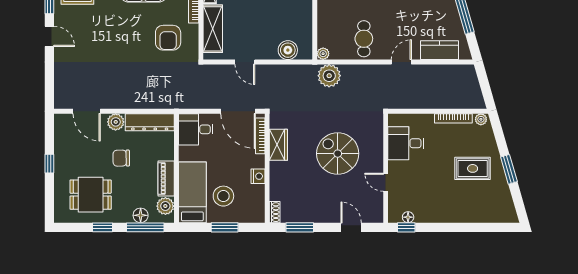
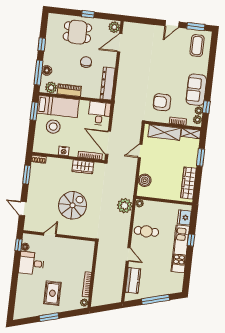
door: (238, 111) -> (108, 143), hinge flipped
plant: (116, 122) -> (114, 27), moved
desk: (406, 143) -> (31, 263), moved, turned -90
dining table: (91, 195) -> (77, 32), moved, turned 90
window: (225, 227) -> (34, 111), moved
door: (351, 227) -> (23, 209), swing flipped

